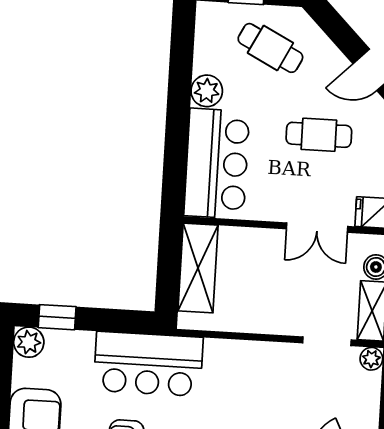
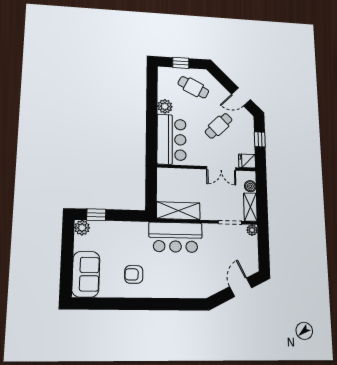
cafe table: (319, 135) -> (219, 126), turned -44
shelving: (198, 268) -> (178, 211), moved, turned 90
bar counter: (148, 364) -> (175, 237), moved

